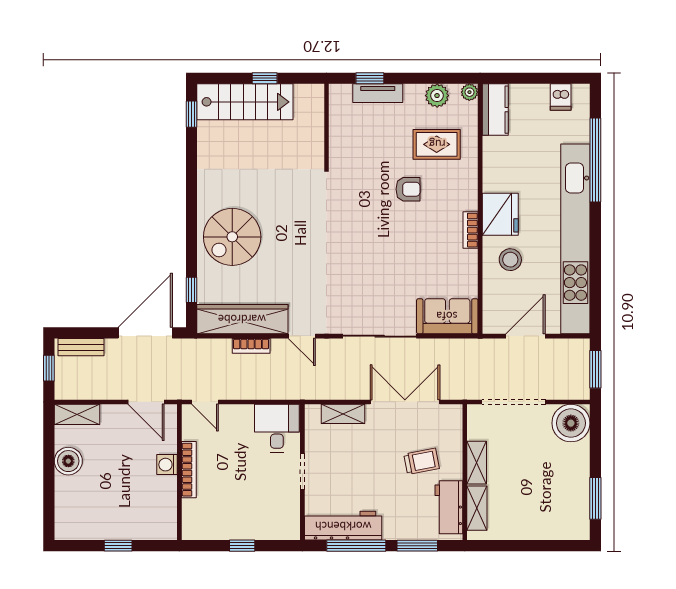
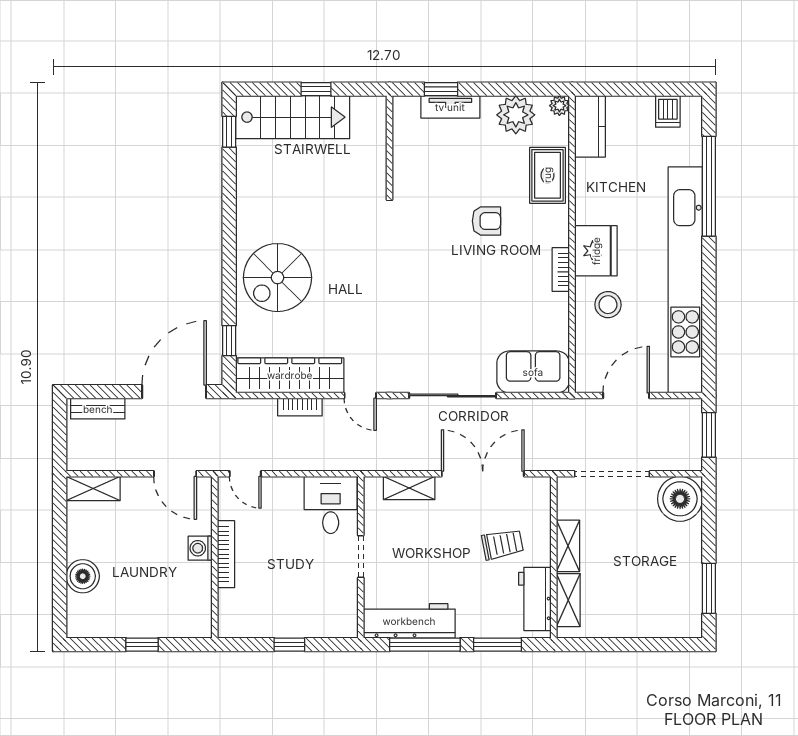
plant: (437, 96) -> (516, 115), width x1.36, depth x1.36
rug: (437, 144) -> (547, 175), moved, turned 90
window: (49, 368) -> (60, 433), removed
boiler: (68, 461) -> (83, 576), moved

